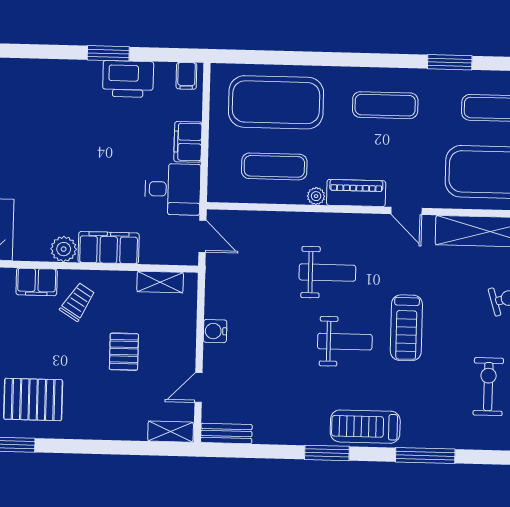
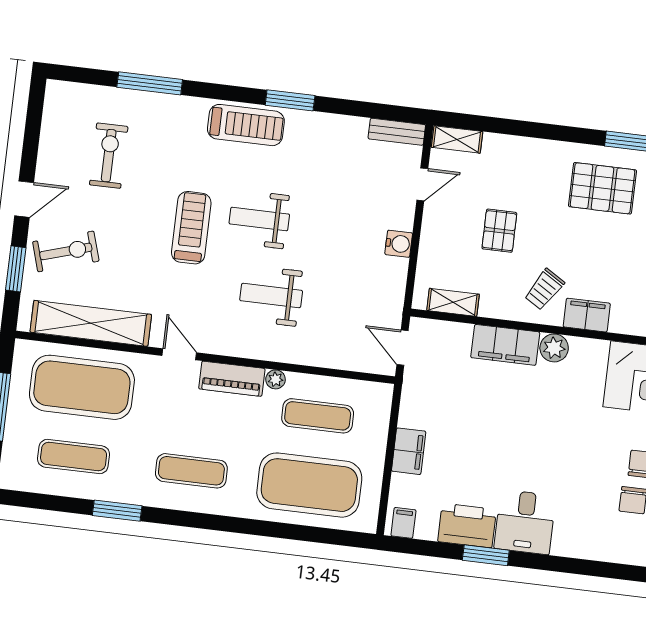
desk: (173, 189) -> (525, 522), moved, turned -90
exercise bike: (488, 387) -> (109, 156), turned 180
window: (425, 456) -> (150, 83), moved

